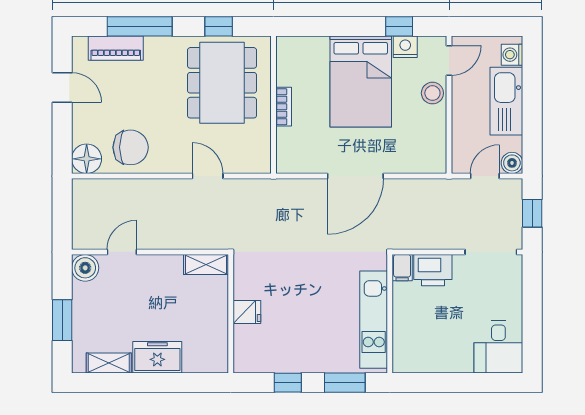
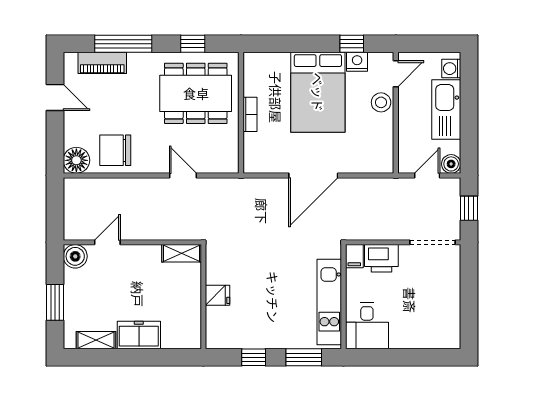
dining table: (222, 83) -> (196, 93), turned 90
chair: (131, 147) -> (115, 150), turned 180
desk: (498, 347) -> (367, 326), moved

